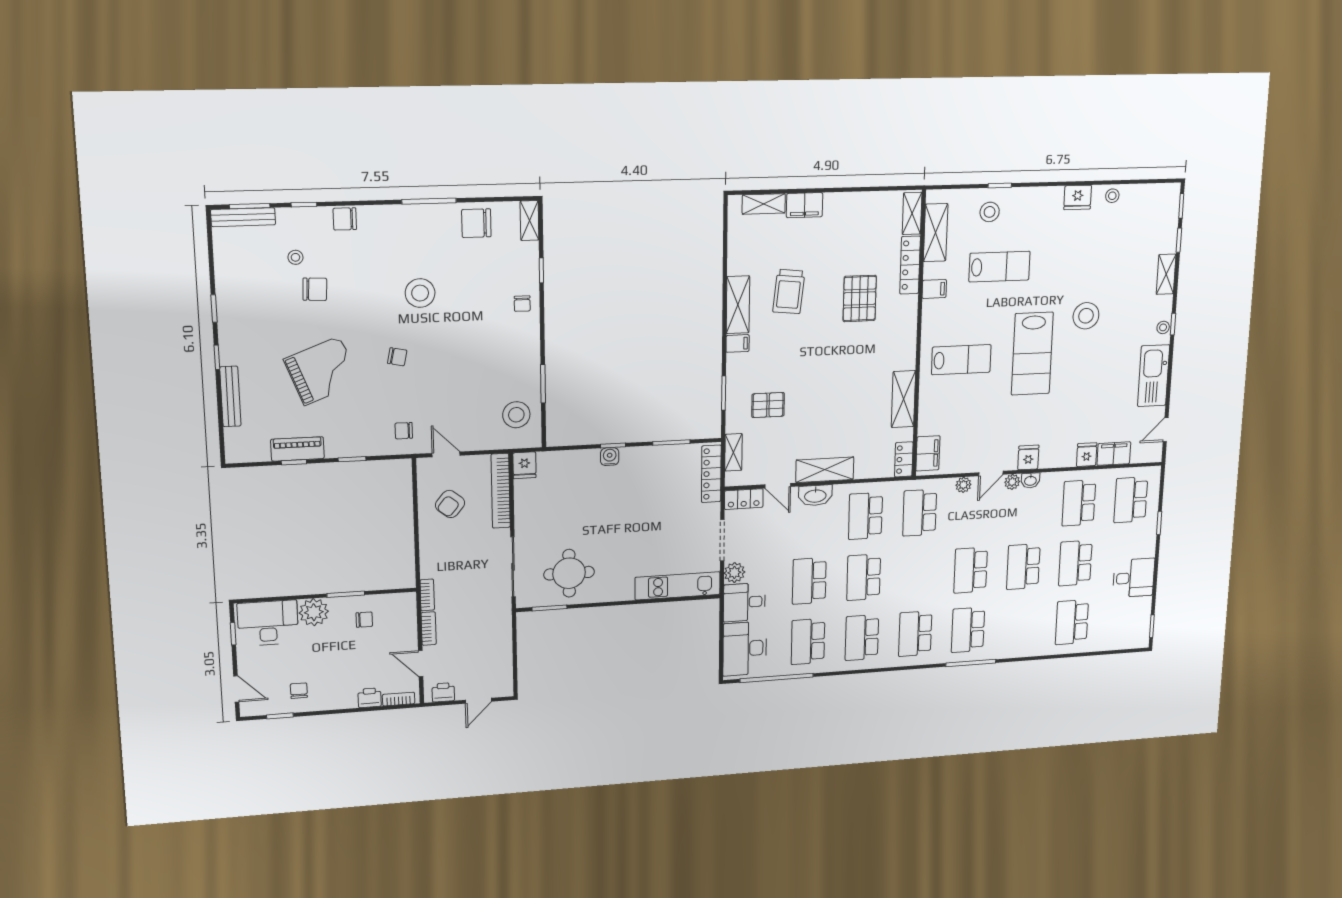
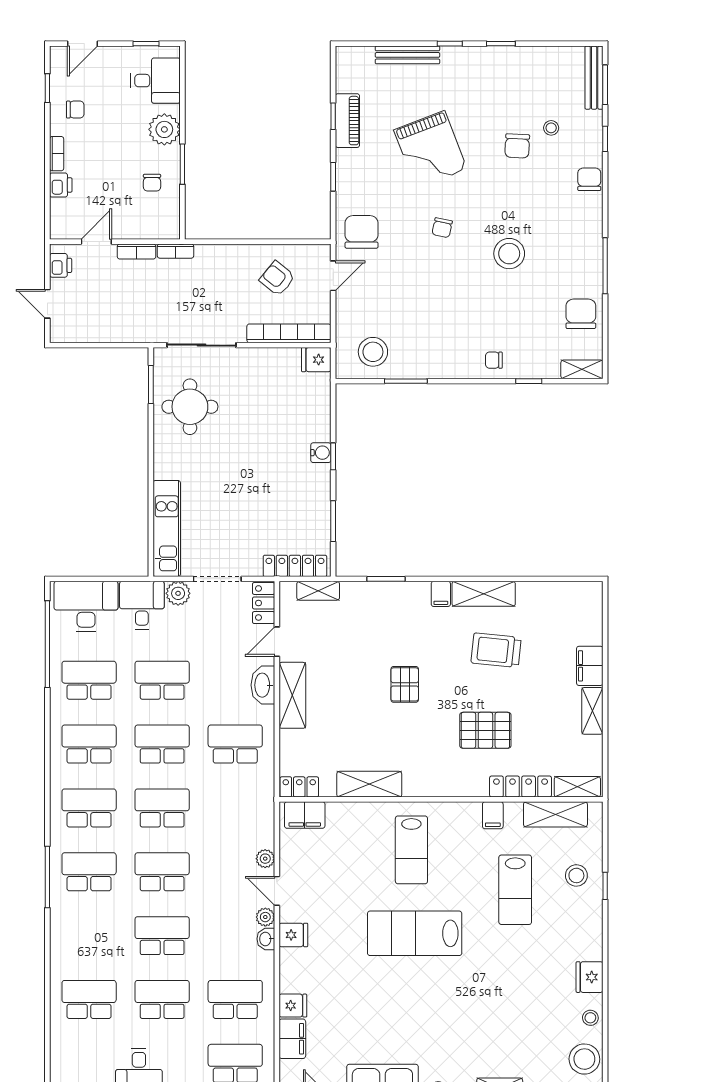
shelving: (764, 204) -> (592, 711), moved
stool: (1086, 316) -> (584, 1059), moved
pallet: (768, 405) -> (405, 684), moved
chair: (404, 431) -> (362, 232), width x1.87, depth x1.87
school desk: (920, 513) -> (162, 808), moved
desk: (268, 623) -> (156, 81), width x0.73
bookcase: (399, 699) -> (57, 154), moved

